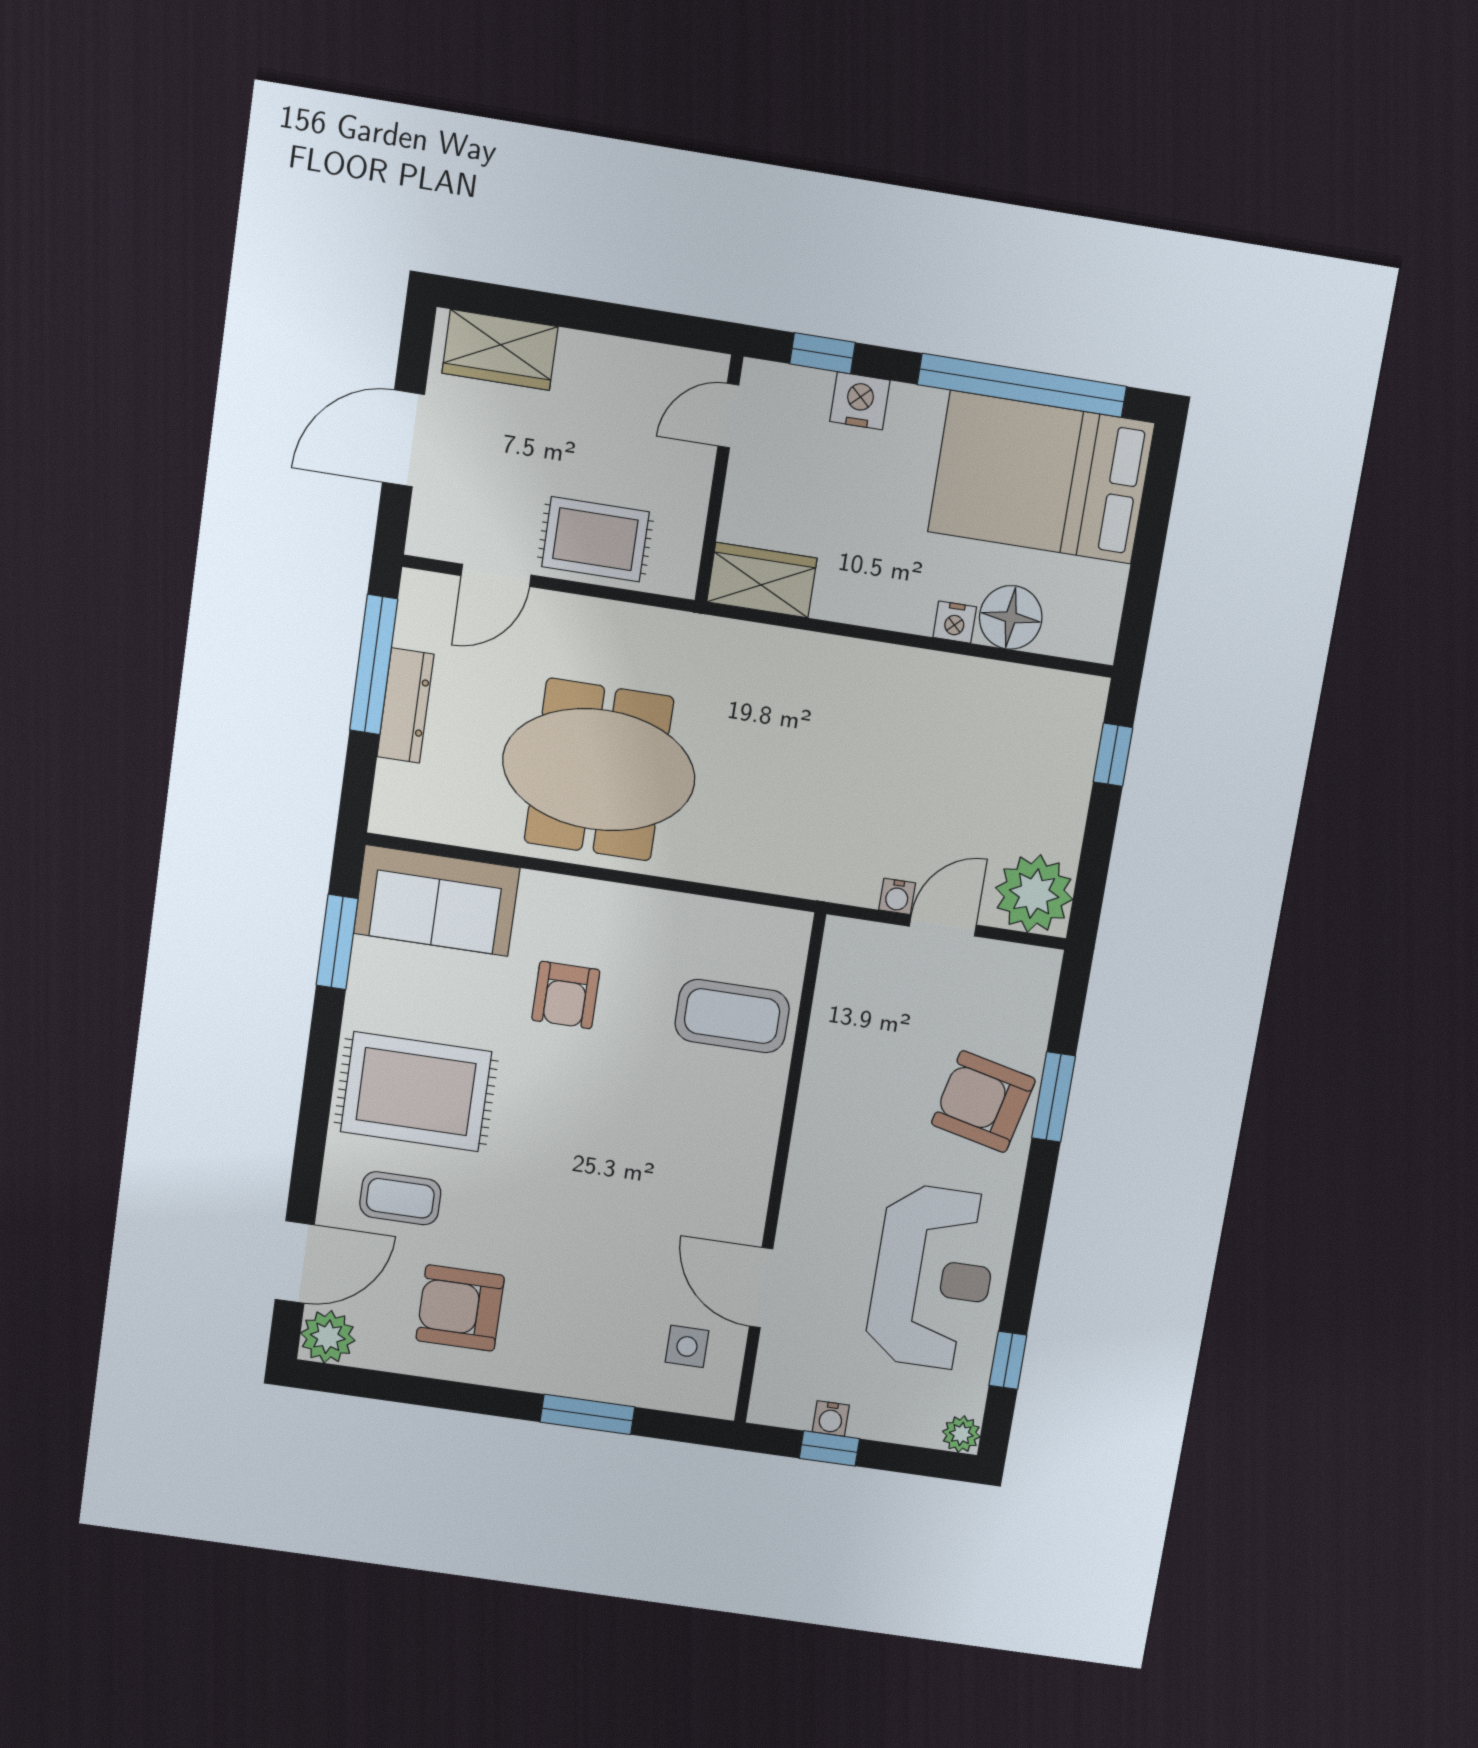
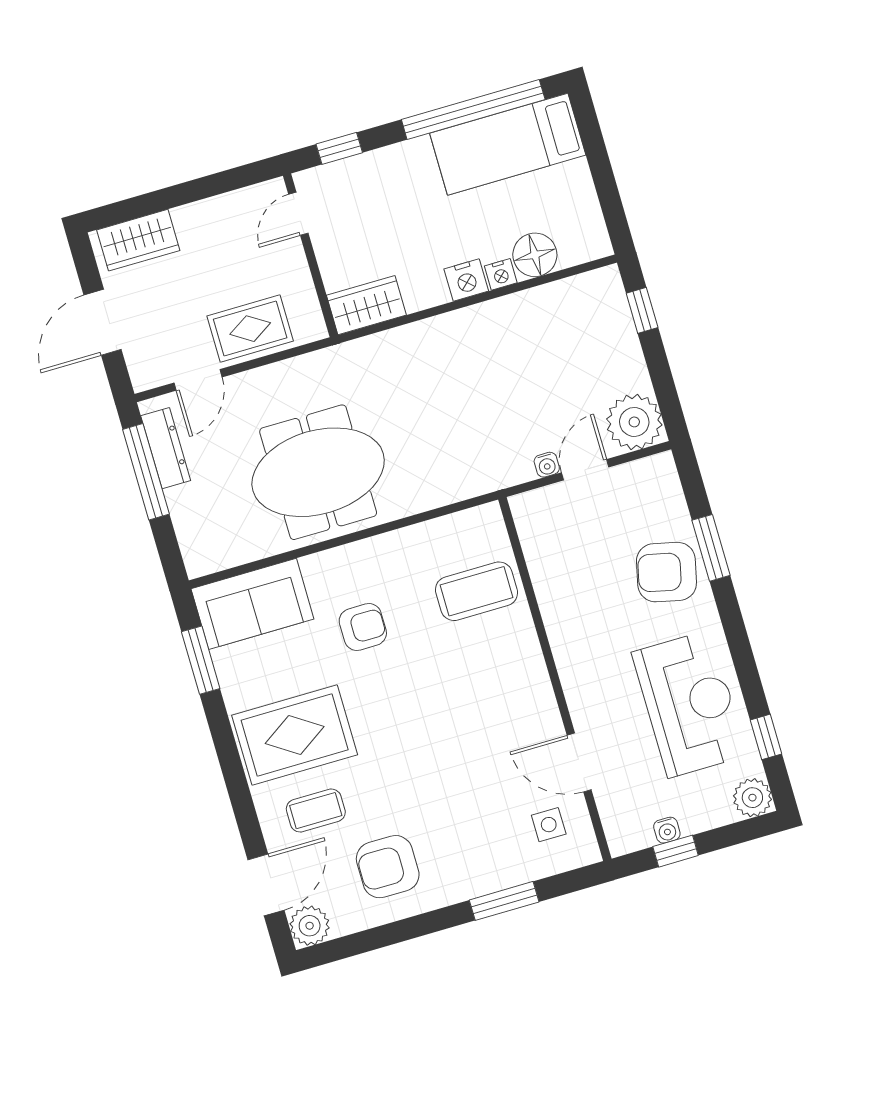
nightstand: (860, 401) -> (466, 280), moved, turned 180
bed: (1041, 477) -> (508, 144), width x0.67
dresser: (405, 706) -> (166, 448), moved
armchair: (566, 995) -> (363, 627), turned -90
plant: (961, 1434) -> (752, 798), width x1.38, depth x1.38

